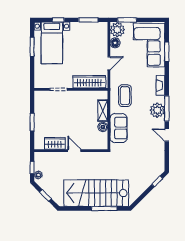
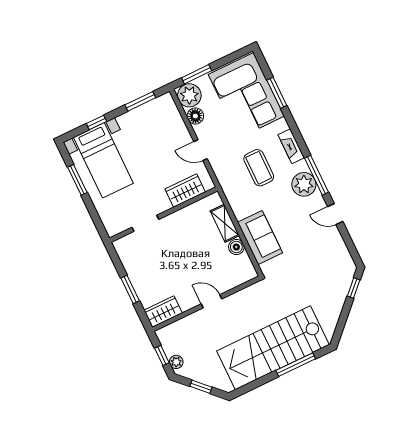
door: (109, 63) -> (200, 150), swing flipped
wardrobe: (89, 82) -> (185, 191), width x0.67
coffee table: (125, 96) -> (259, 168), moved
wardrobe: (55, 143) -> (163, 312), moved

